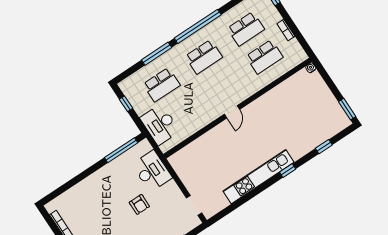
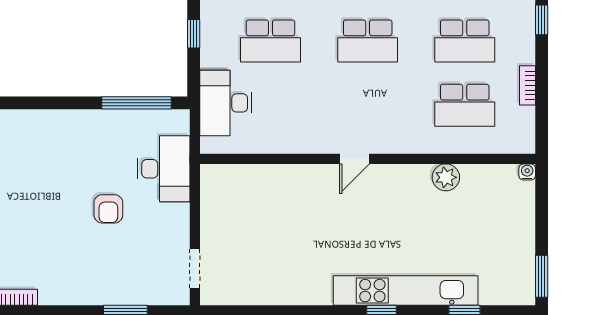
plant: (277, 94) -> (446, 177), added
kitchen unit: (259, 177) -> (406, 291), moved

